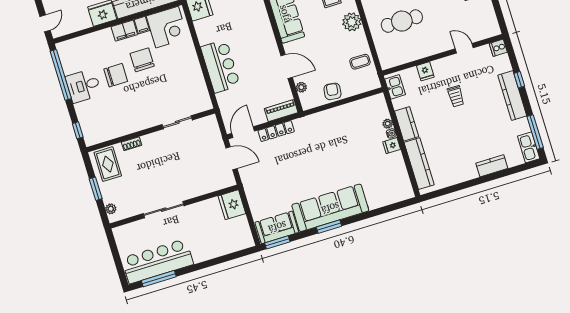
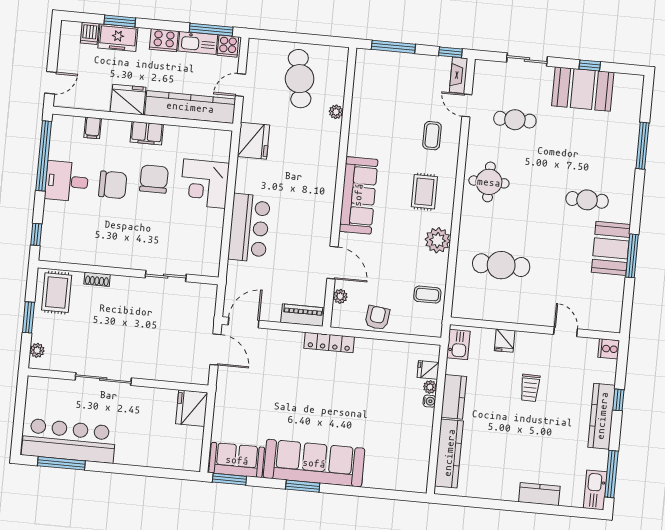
filing cabinet: (142, 25) -> (93, 128), moved
corner desk: (167, 27) -> (205, 184), moved, turned 90
locker: (276, 131) -> (329, 342), moved
fridge: (392, 146) -> (428, 370), moved

